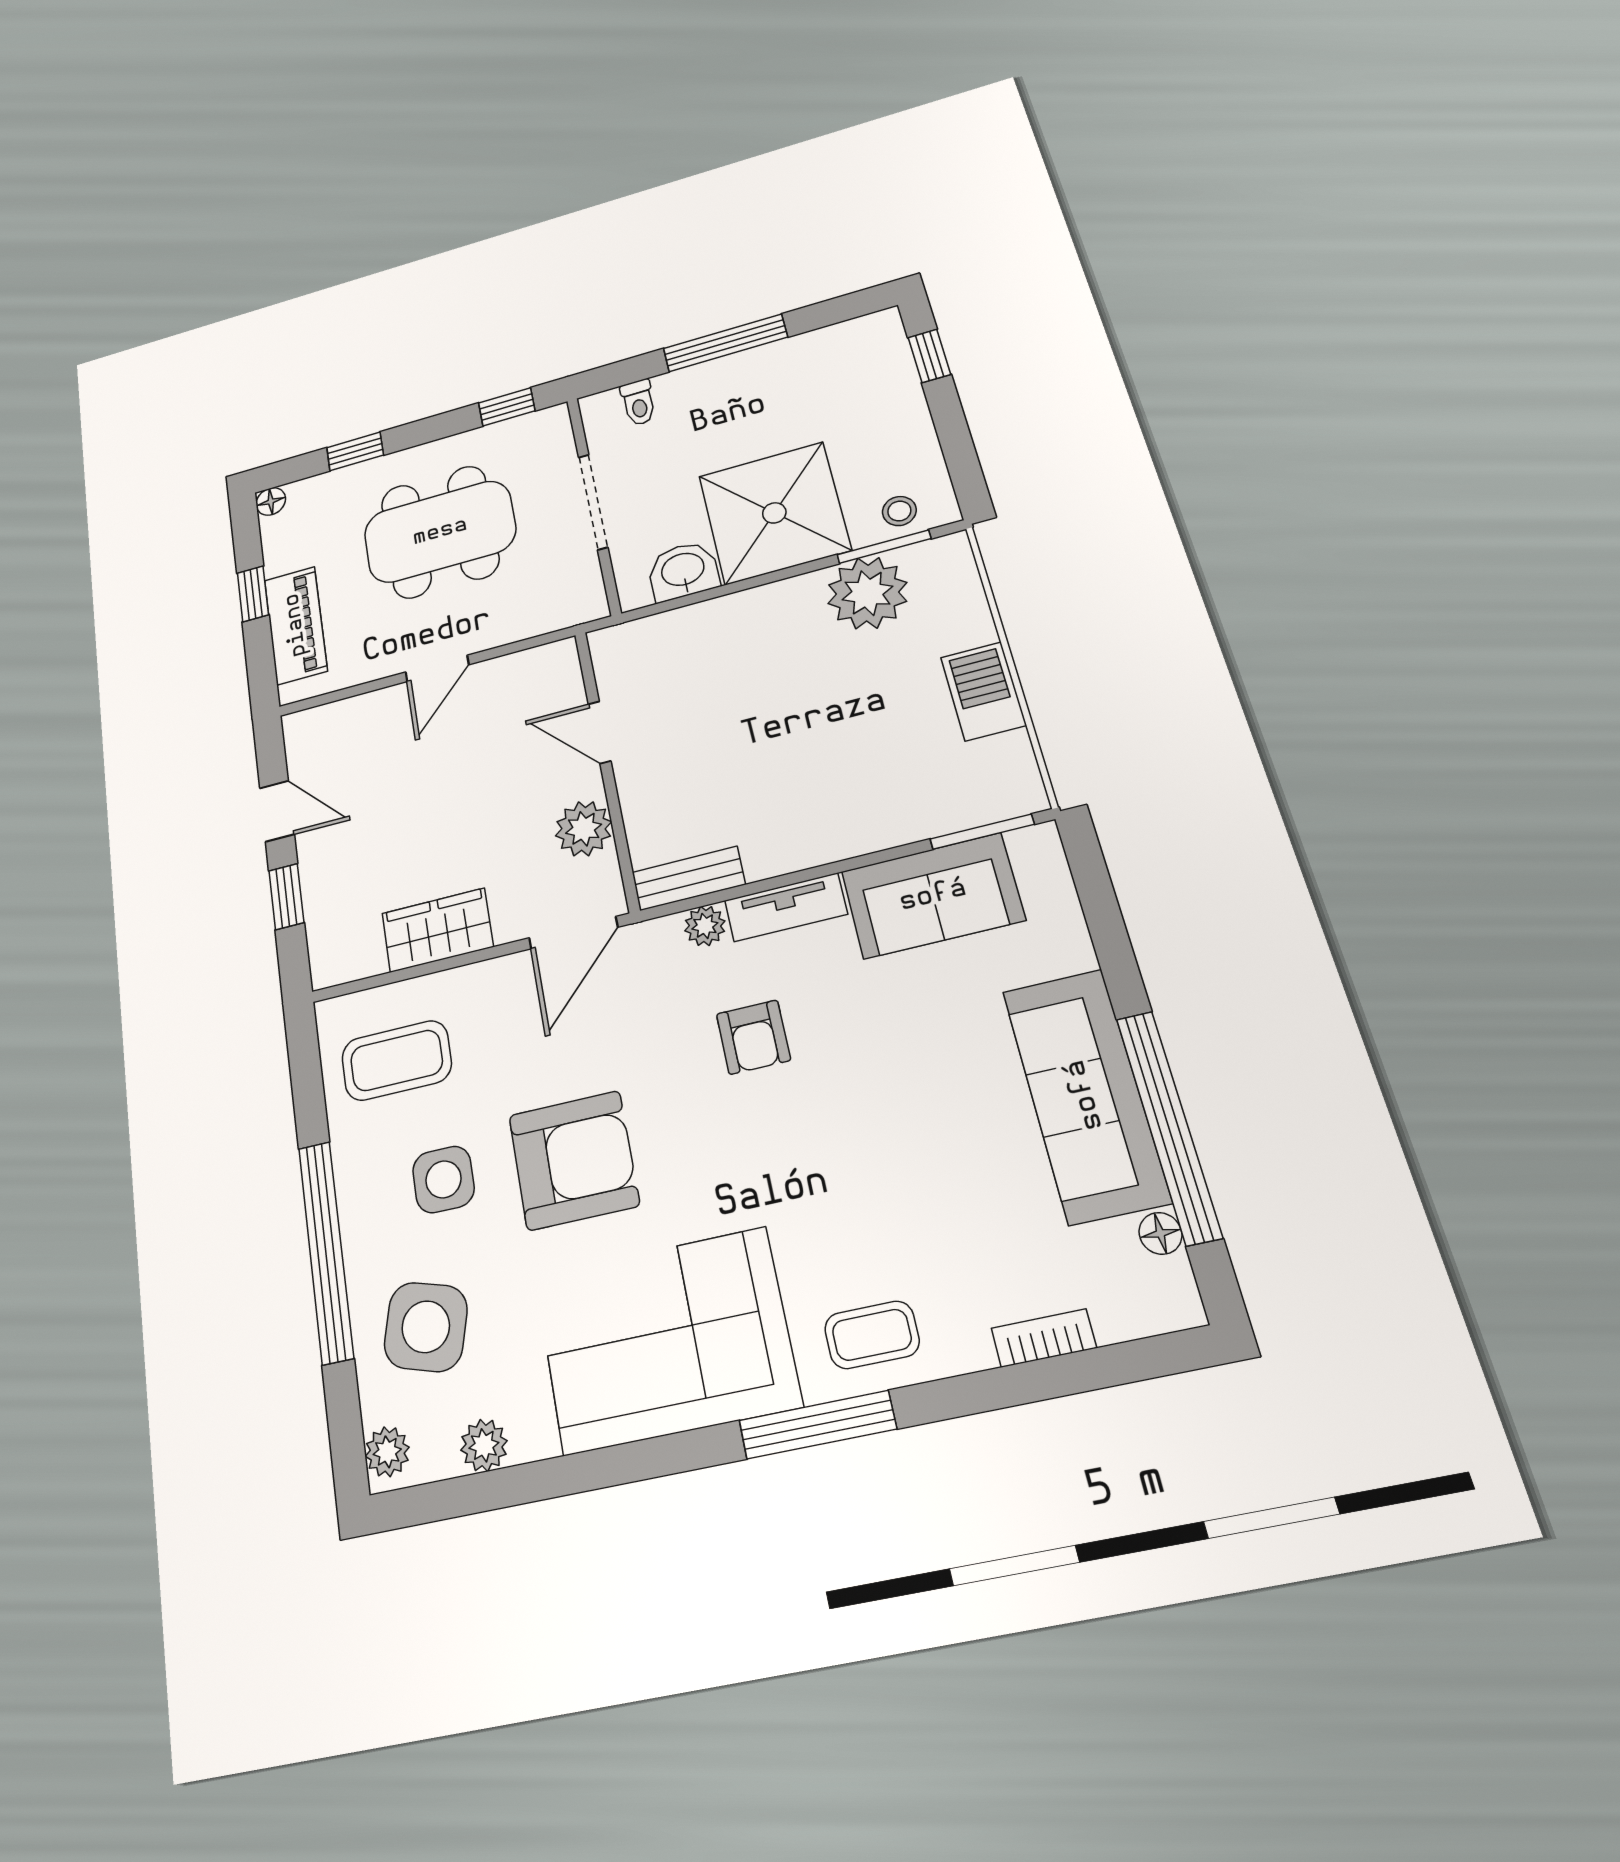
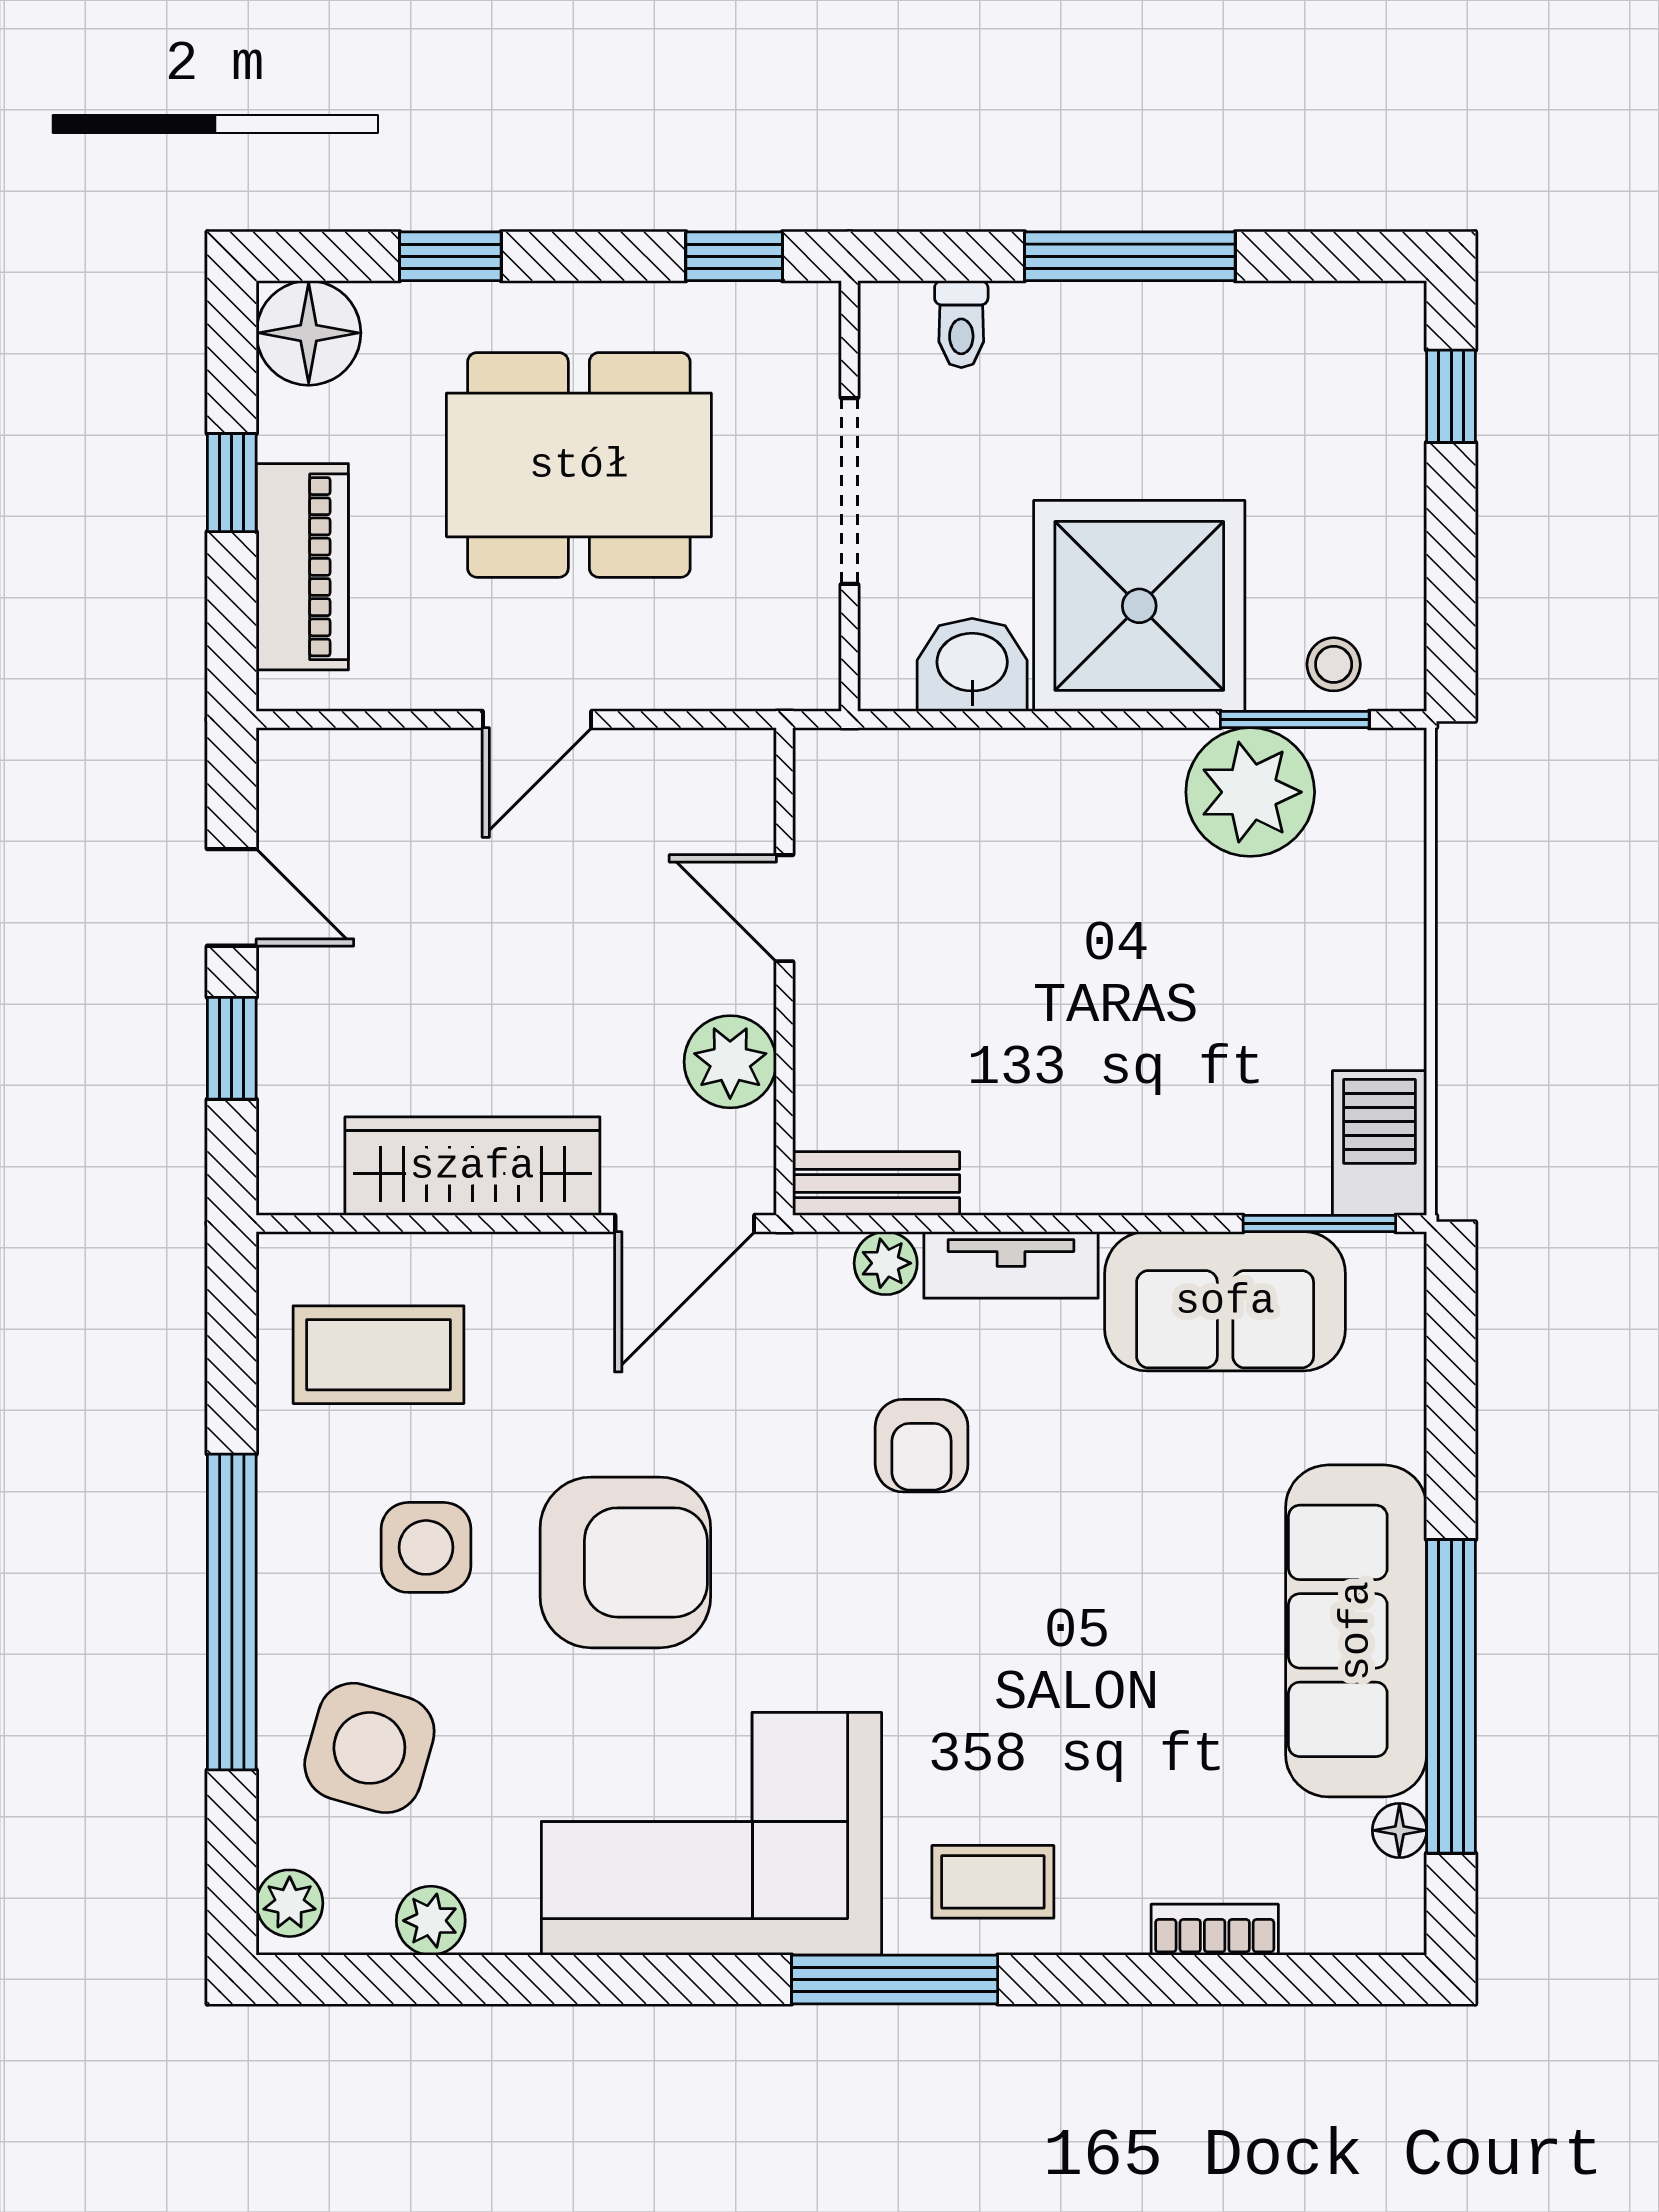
floor lamp: (271, 501) -> (309, 333), width x1.89, depth x1.89
barbecue: (983, 691) -> (1379, 1143), moved
wardrobe: (437, 930) -> (472, 1166), width x1.50

